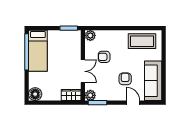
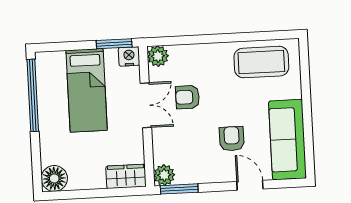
nightstand: (76, 35) -> (129, 56), added
bed: (38, 51) -> (87, 90), moved
double door: (83, 71) -> (146, 105), moved

